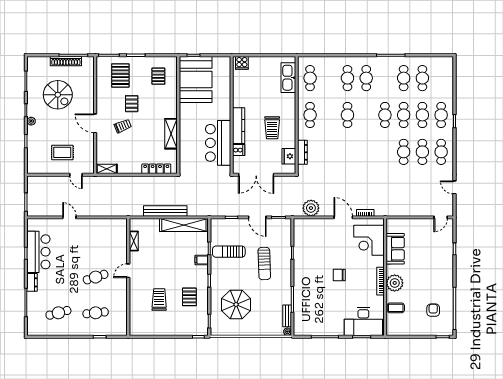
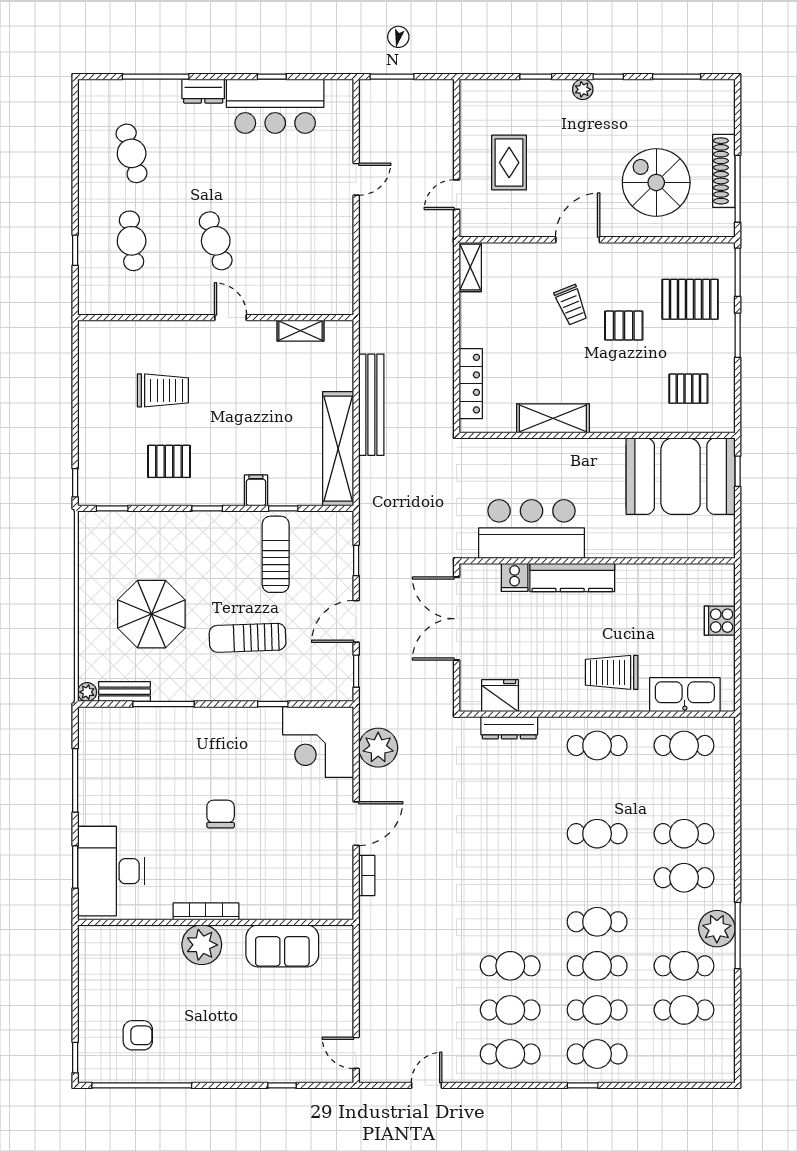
cooker: (242, 63) -> (720, 621), moved
plant: (388, 64) -> (717, 929), added
spiral stairs: (58, 95) -> (656, 182), moved, turned 90
trolley: (272, 128) -> (612, 672), moved
corner desk: (369, 240) -> (318, 742), moved, turned -90
parasol: (236, 305) -> (151, 614), moved
coffee table: (396, 308) -> (143, 947), removed

